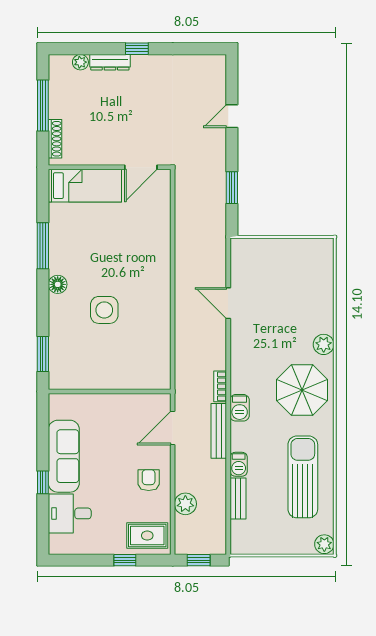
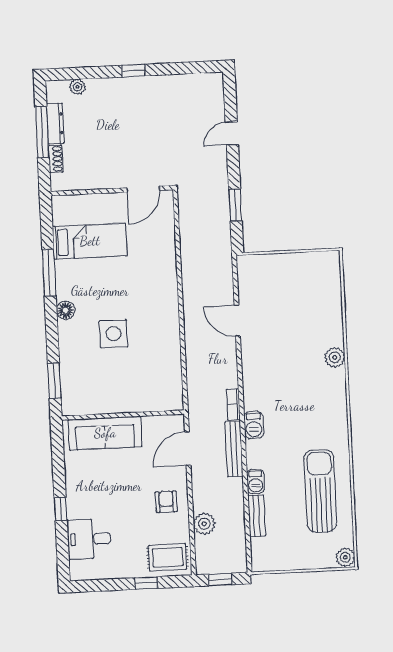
dresser: (110, 62) -> (55, 124), moved, turned -90
shoe rack: (55, 139) -> (56, 159), width x0.70
bed: (85, 186) -> (90, 241), moved
parasol: (302, 390) -> (315, 404), removed
sofa: (64, 456) -> (105, 433), moved, turned 90

